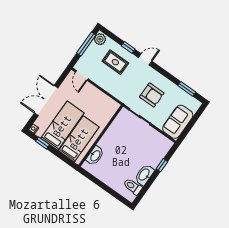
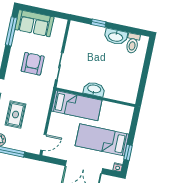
window: (187, 89) -> (11, 31), width x1.44
sofa: (178, 122) -> (34, 23), moved
bed: (79, 139) -> (77, 106), moved, turned 180
washbasin: (95, 156) -> (94, 89), moved

